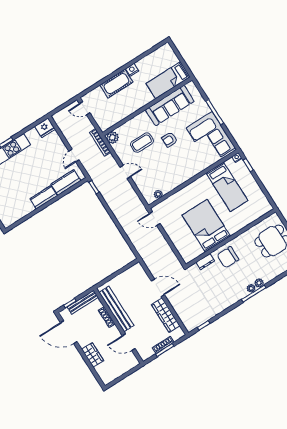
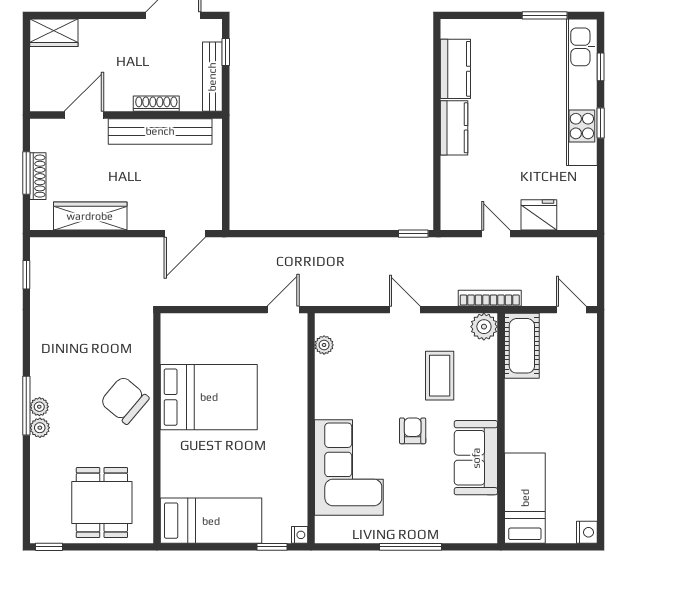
nightstand: (132, 70) -> (587, 532), moved
cot: (116, 84) -> (522, 346), moved
sofa: (170, 106) -> (476, 458), width x0.73
door: (85, 108) -> (571, 310), hinge flipped
fridge: (45, 128) -> (539, 215), moved, turned 90
corner sofa: (211, 138) -> (349, 468), moved, turned 90
door: (125, 172) -> (405, 310), swing flipped
kitchen counter: (66, 182) -> (455, 69), moved
bed: (227, 187) -> (211, 521), moved, turned 180
chair: (228, 257) -> (125, 400), turned -50
dresser: (205, 262) -> (143, 353), removed
door: (158, 288) -> (185, 234), moved
wardrobe: (93, 355) -> (54, 33), moved

